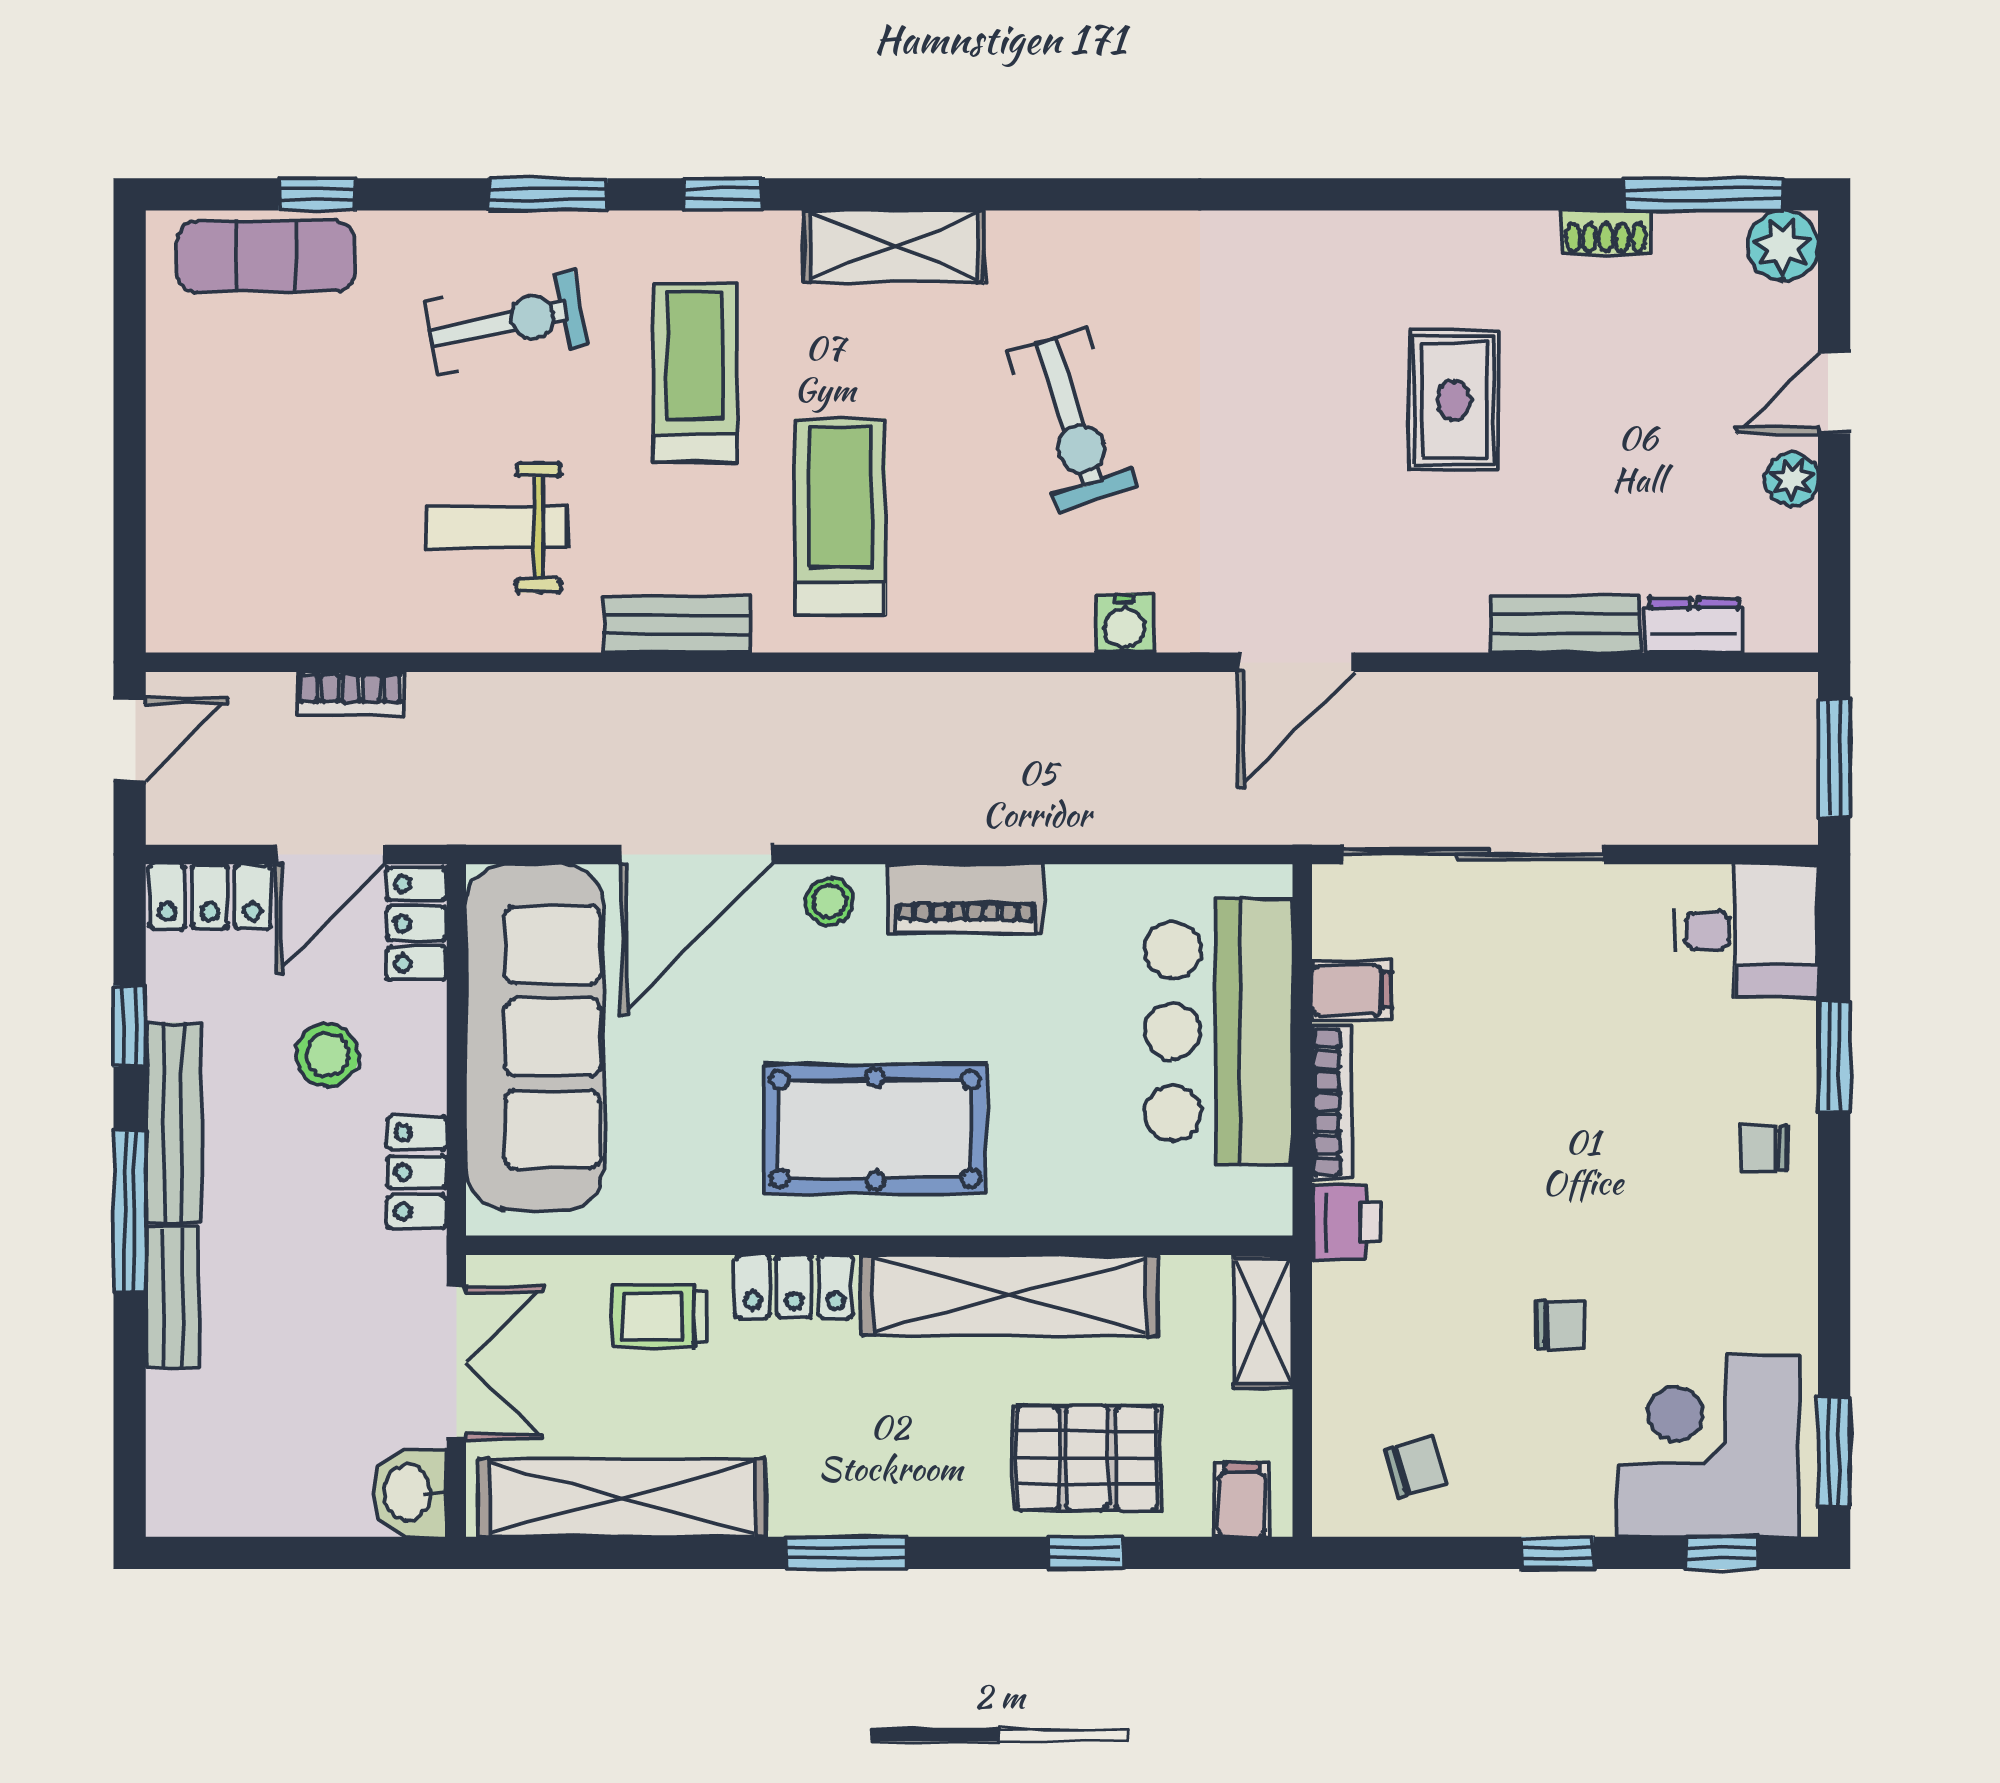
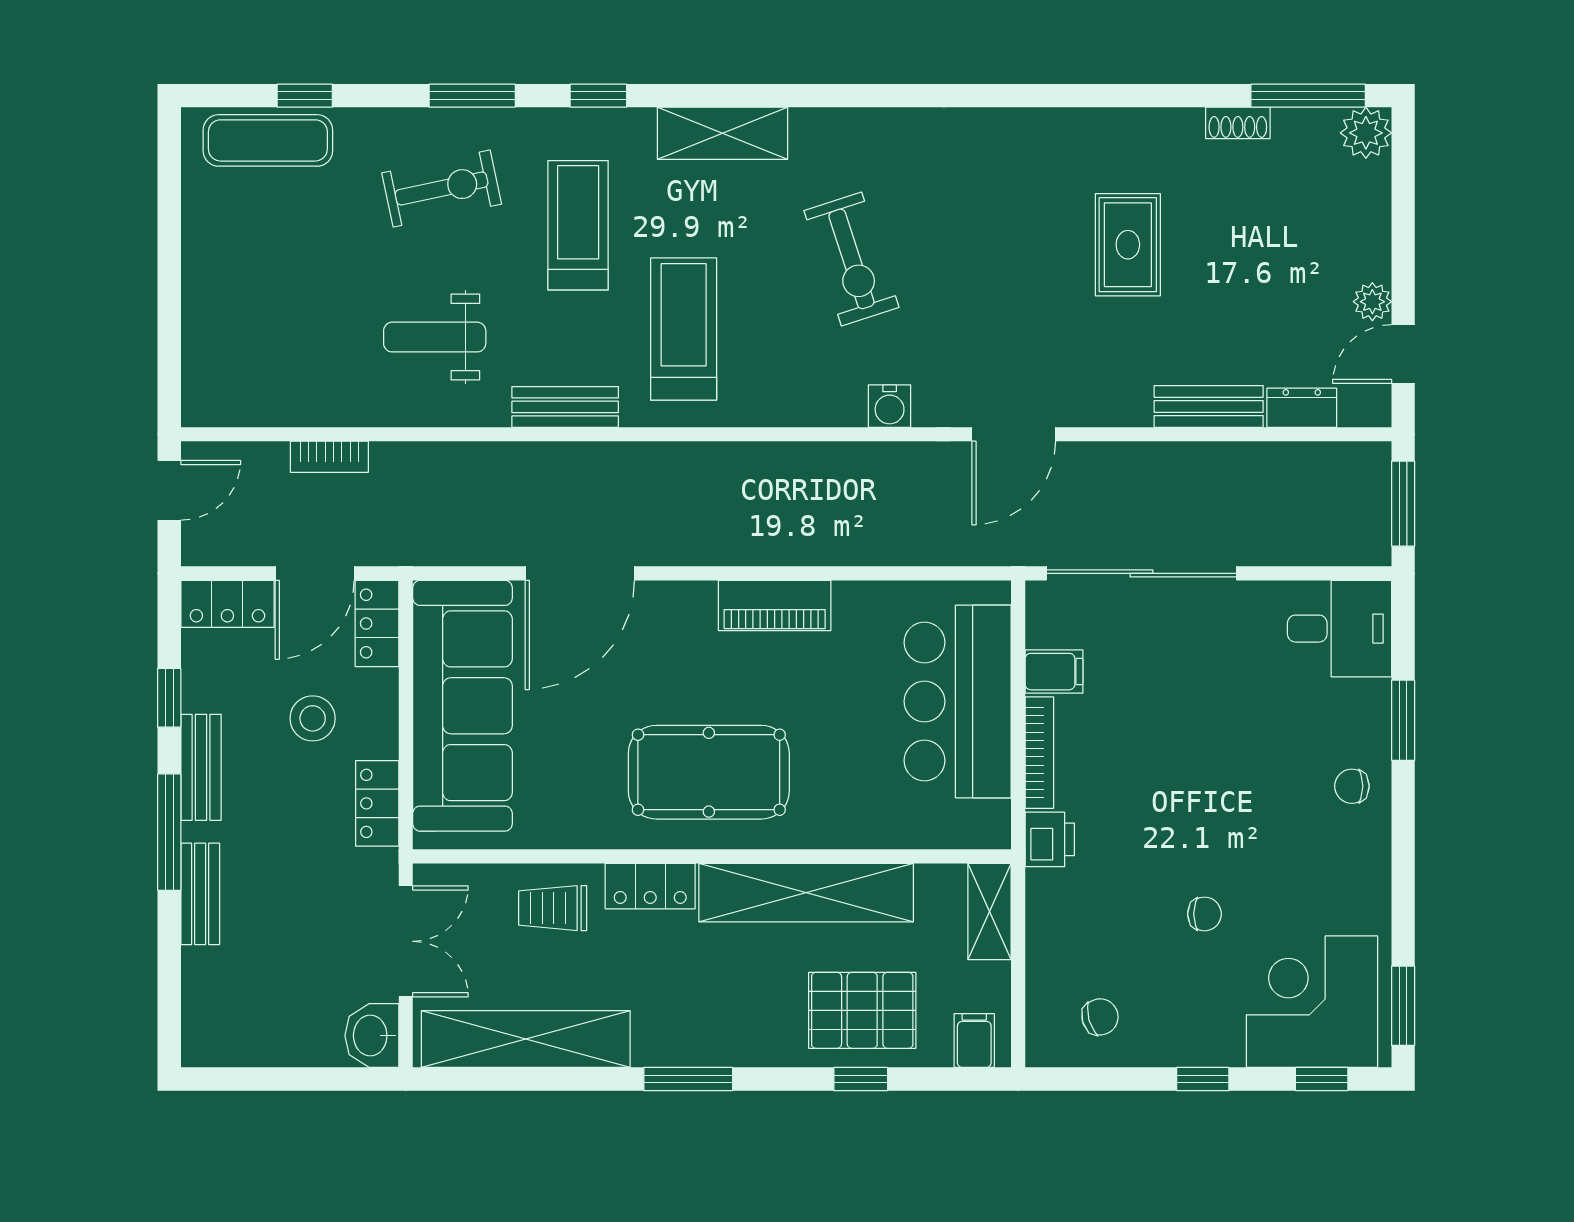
door: (1834, 393) -> (1403, 354), moved
stool: (829, 902) -> (676, 608), removed
bench: (174, 1122) -> (201, 767), width x0.73

